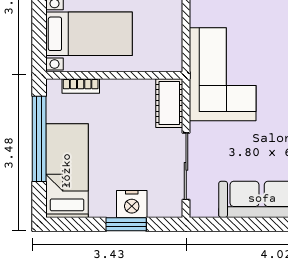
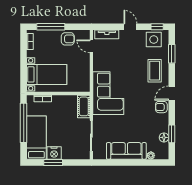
nightstand: (132, 204) -> (54, 153), moved
window: (126, 224) -> (53, 162), moved

